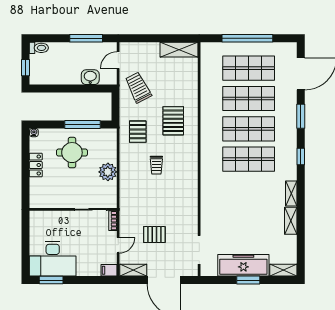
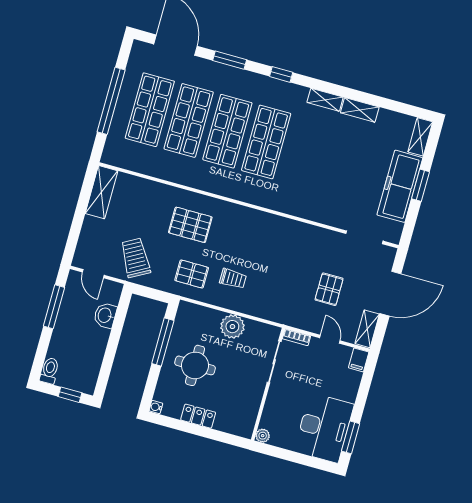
trolley: (138, 88) -> (135, 258), turned 88
trolley: (156, 165) -> (233, 279), moved
plant: (35, 216) -> (263, 436), added

